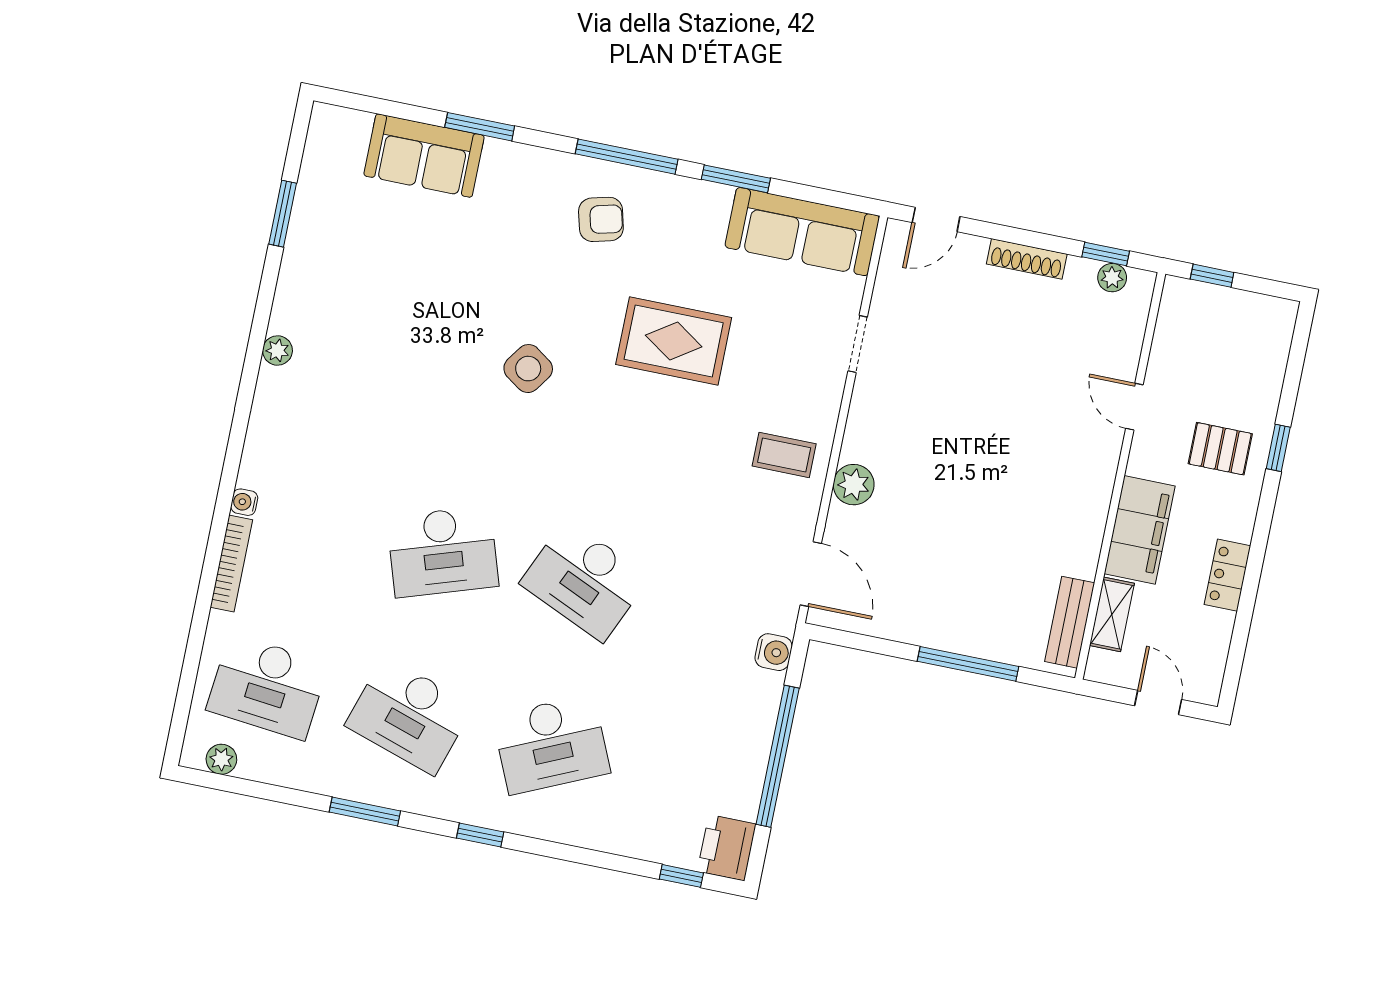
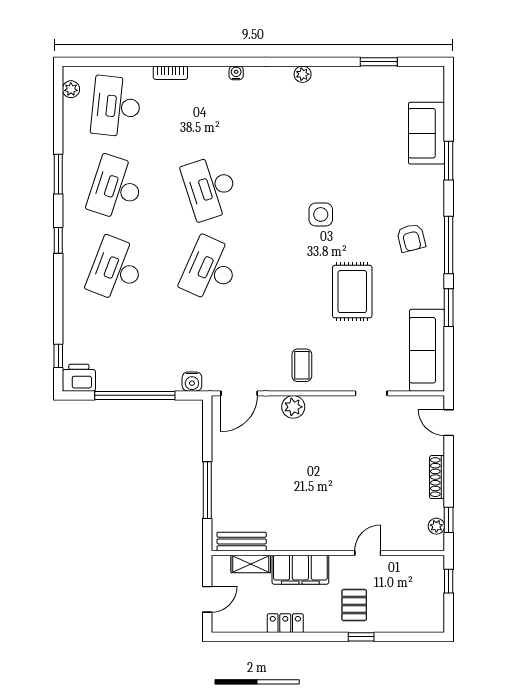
side table: (528, 369) -> (321, 214), turned -35
water cooler: (244, 502) -> (236, 73), moved
bookcase: (231, 564) -> (170, 73), width x0.64
desk: (551, 744) -> (116, 269), turned 45

